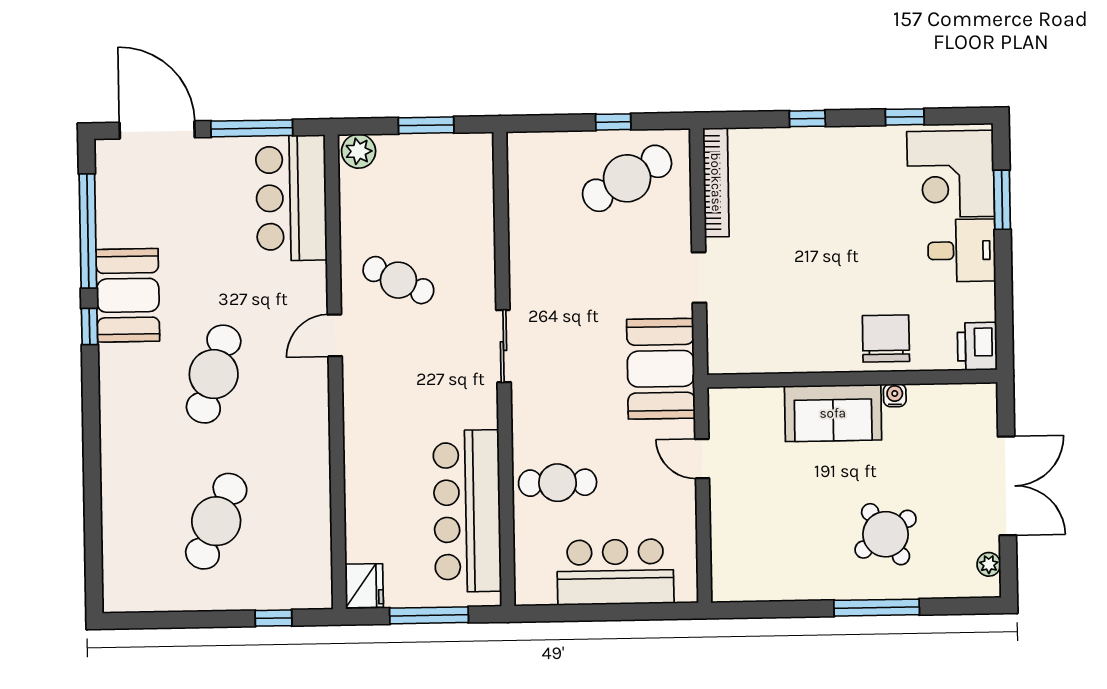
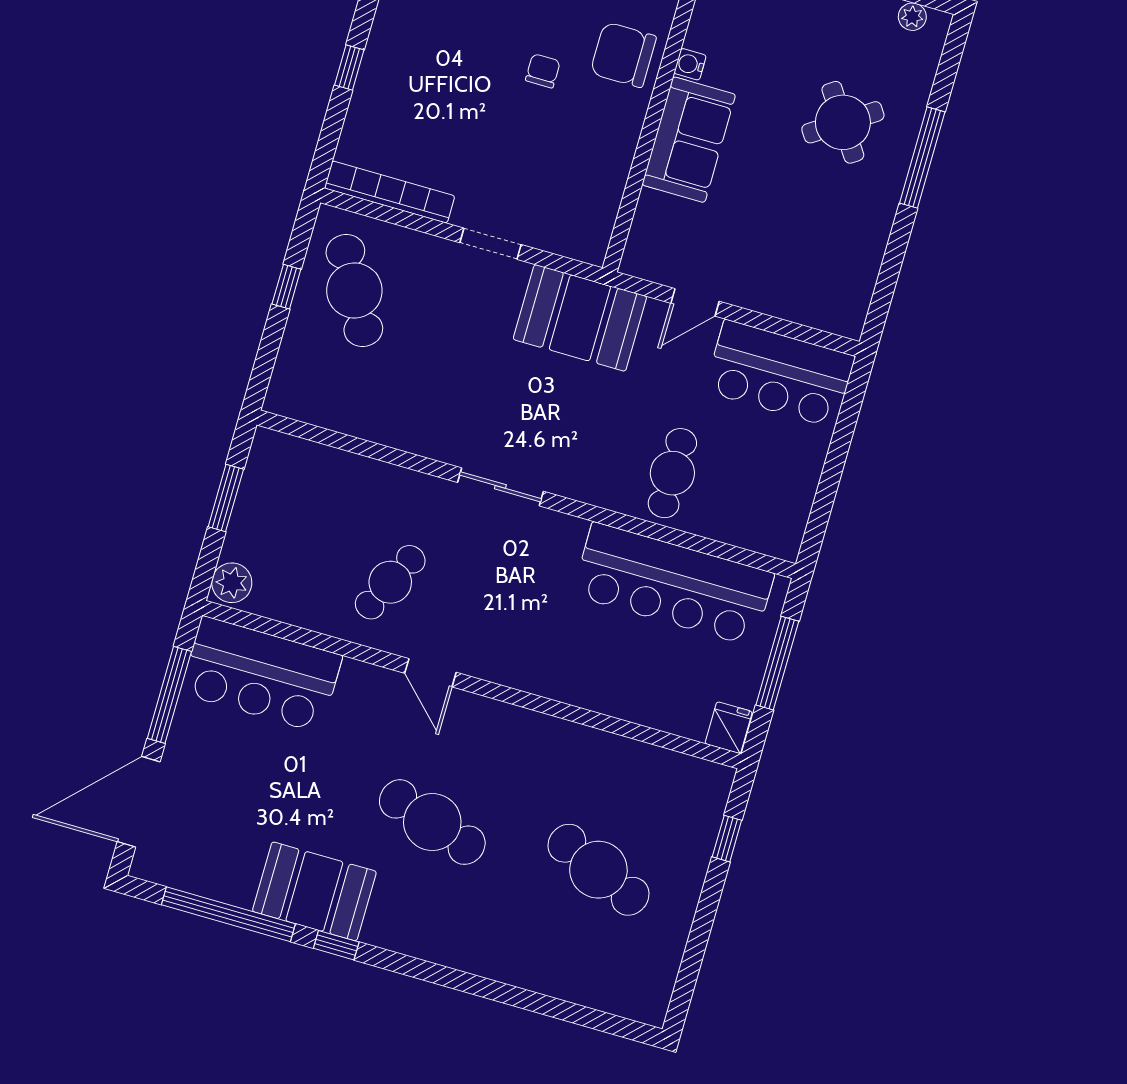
chair: (853, 277) -> (543, 71), added
bar counter: (615, 572) -> (780, 374), moved, turned -90
fridge: (364, 586) -> (729, 728), width x0.72

